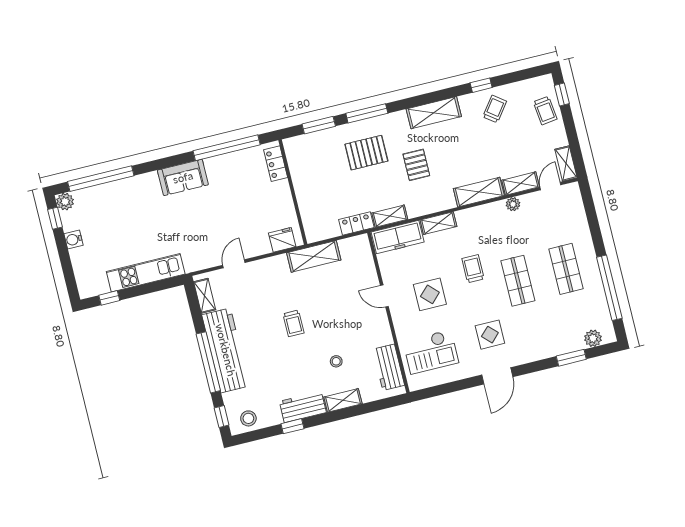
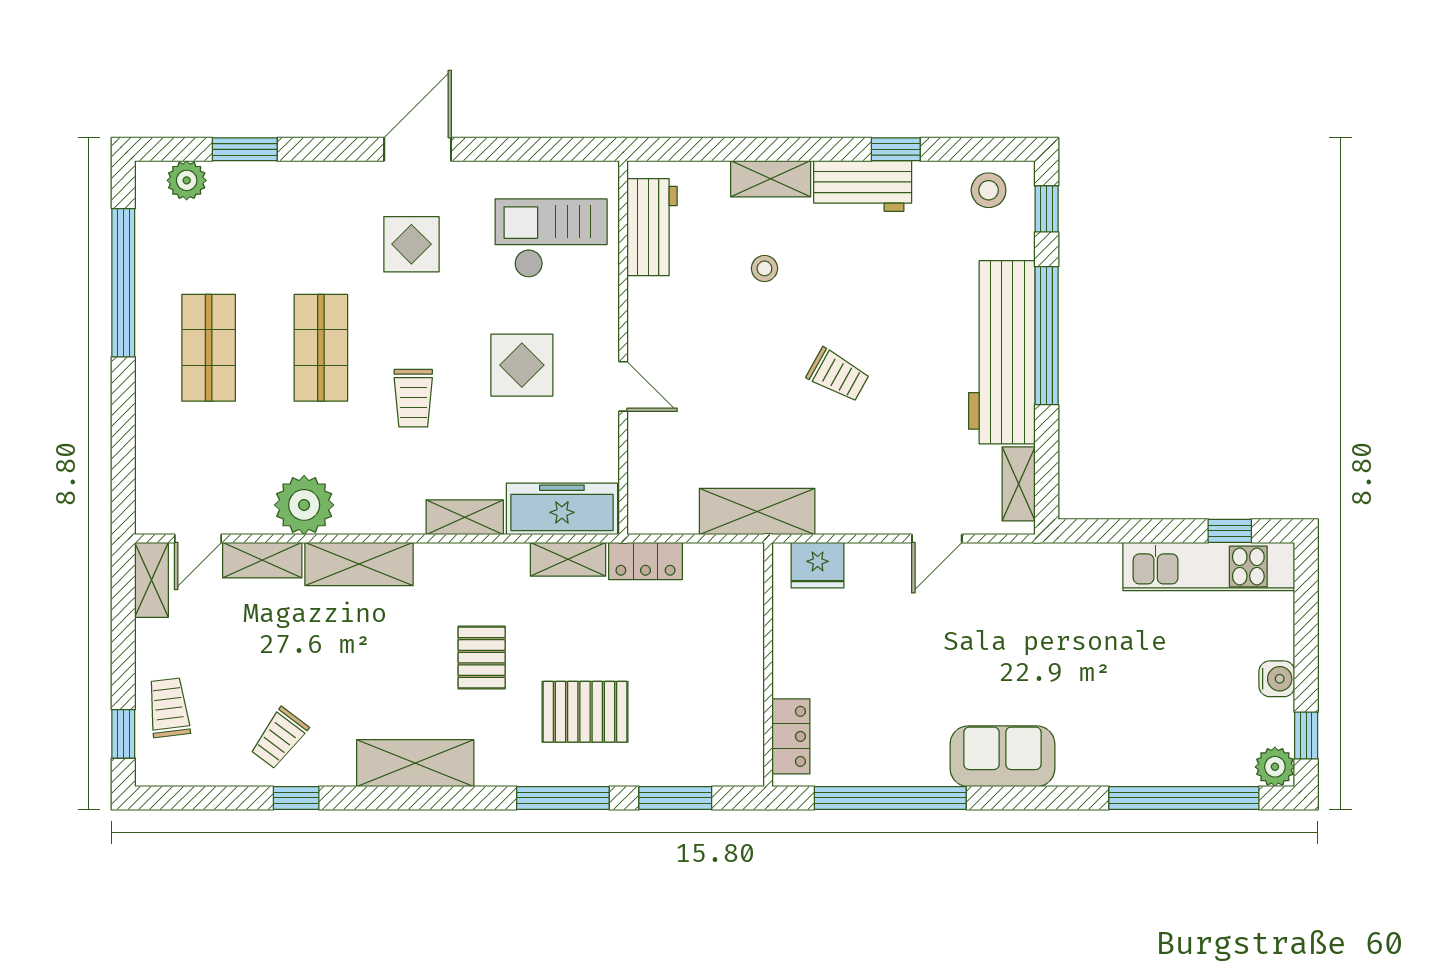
plant: (513, 204) -> (304, 505), width x1.88, depth x1.88
kitchen unit: (146, 273) -> (1209, 567), moved
trolley: (294, 323) -> (838, 375), turned 119

